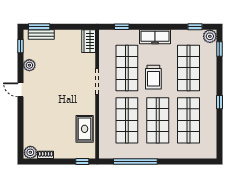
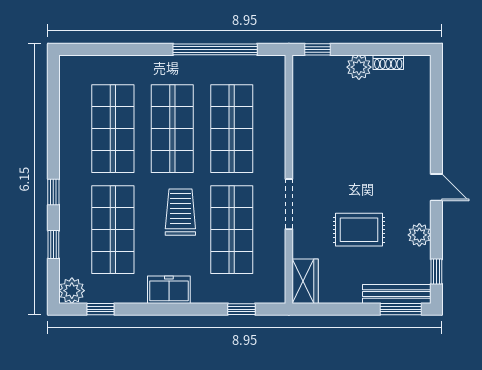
bench: (41, 35) -> (397, 294), width x1.36
freezer: (155, 37) -> (169, 290), width x0.71
window: (219, 49) -> (53, 245), moved
window: (219, 102) -> (53, 192), moved
rug: (85, 129) -> (359, 230), moved, turned 90
plant: (30, 152) -> (359, 67), moved

